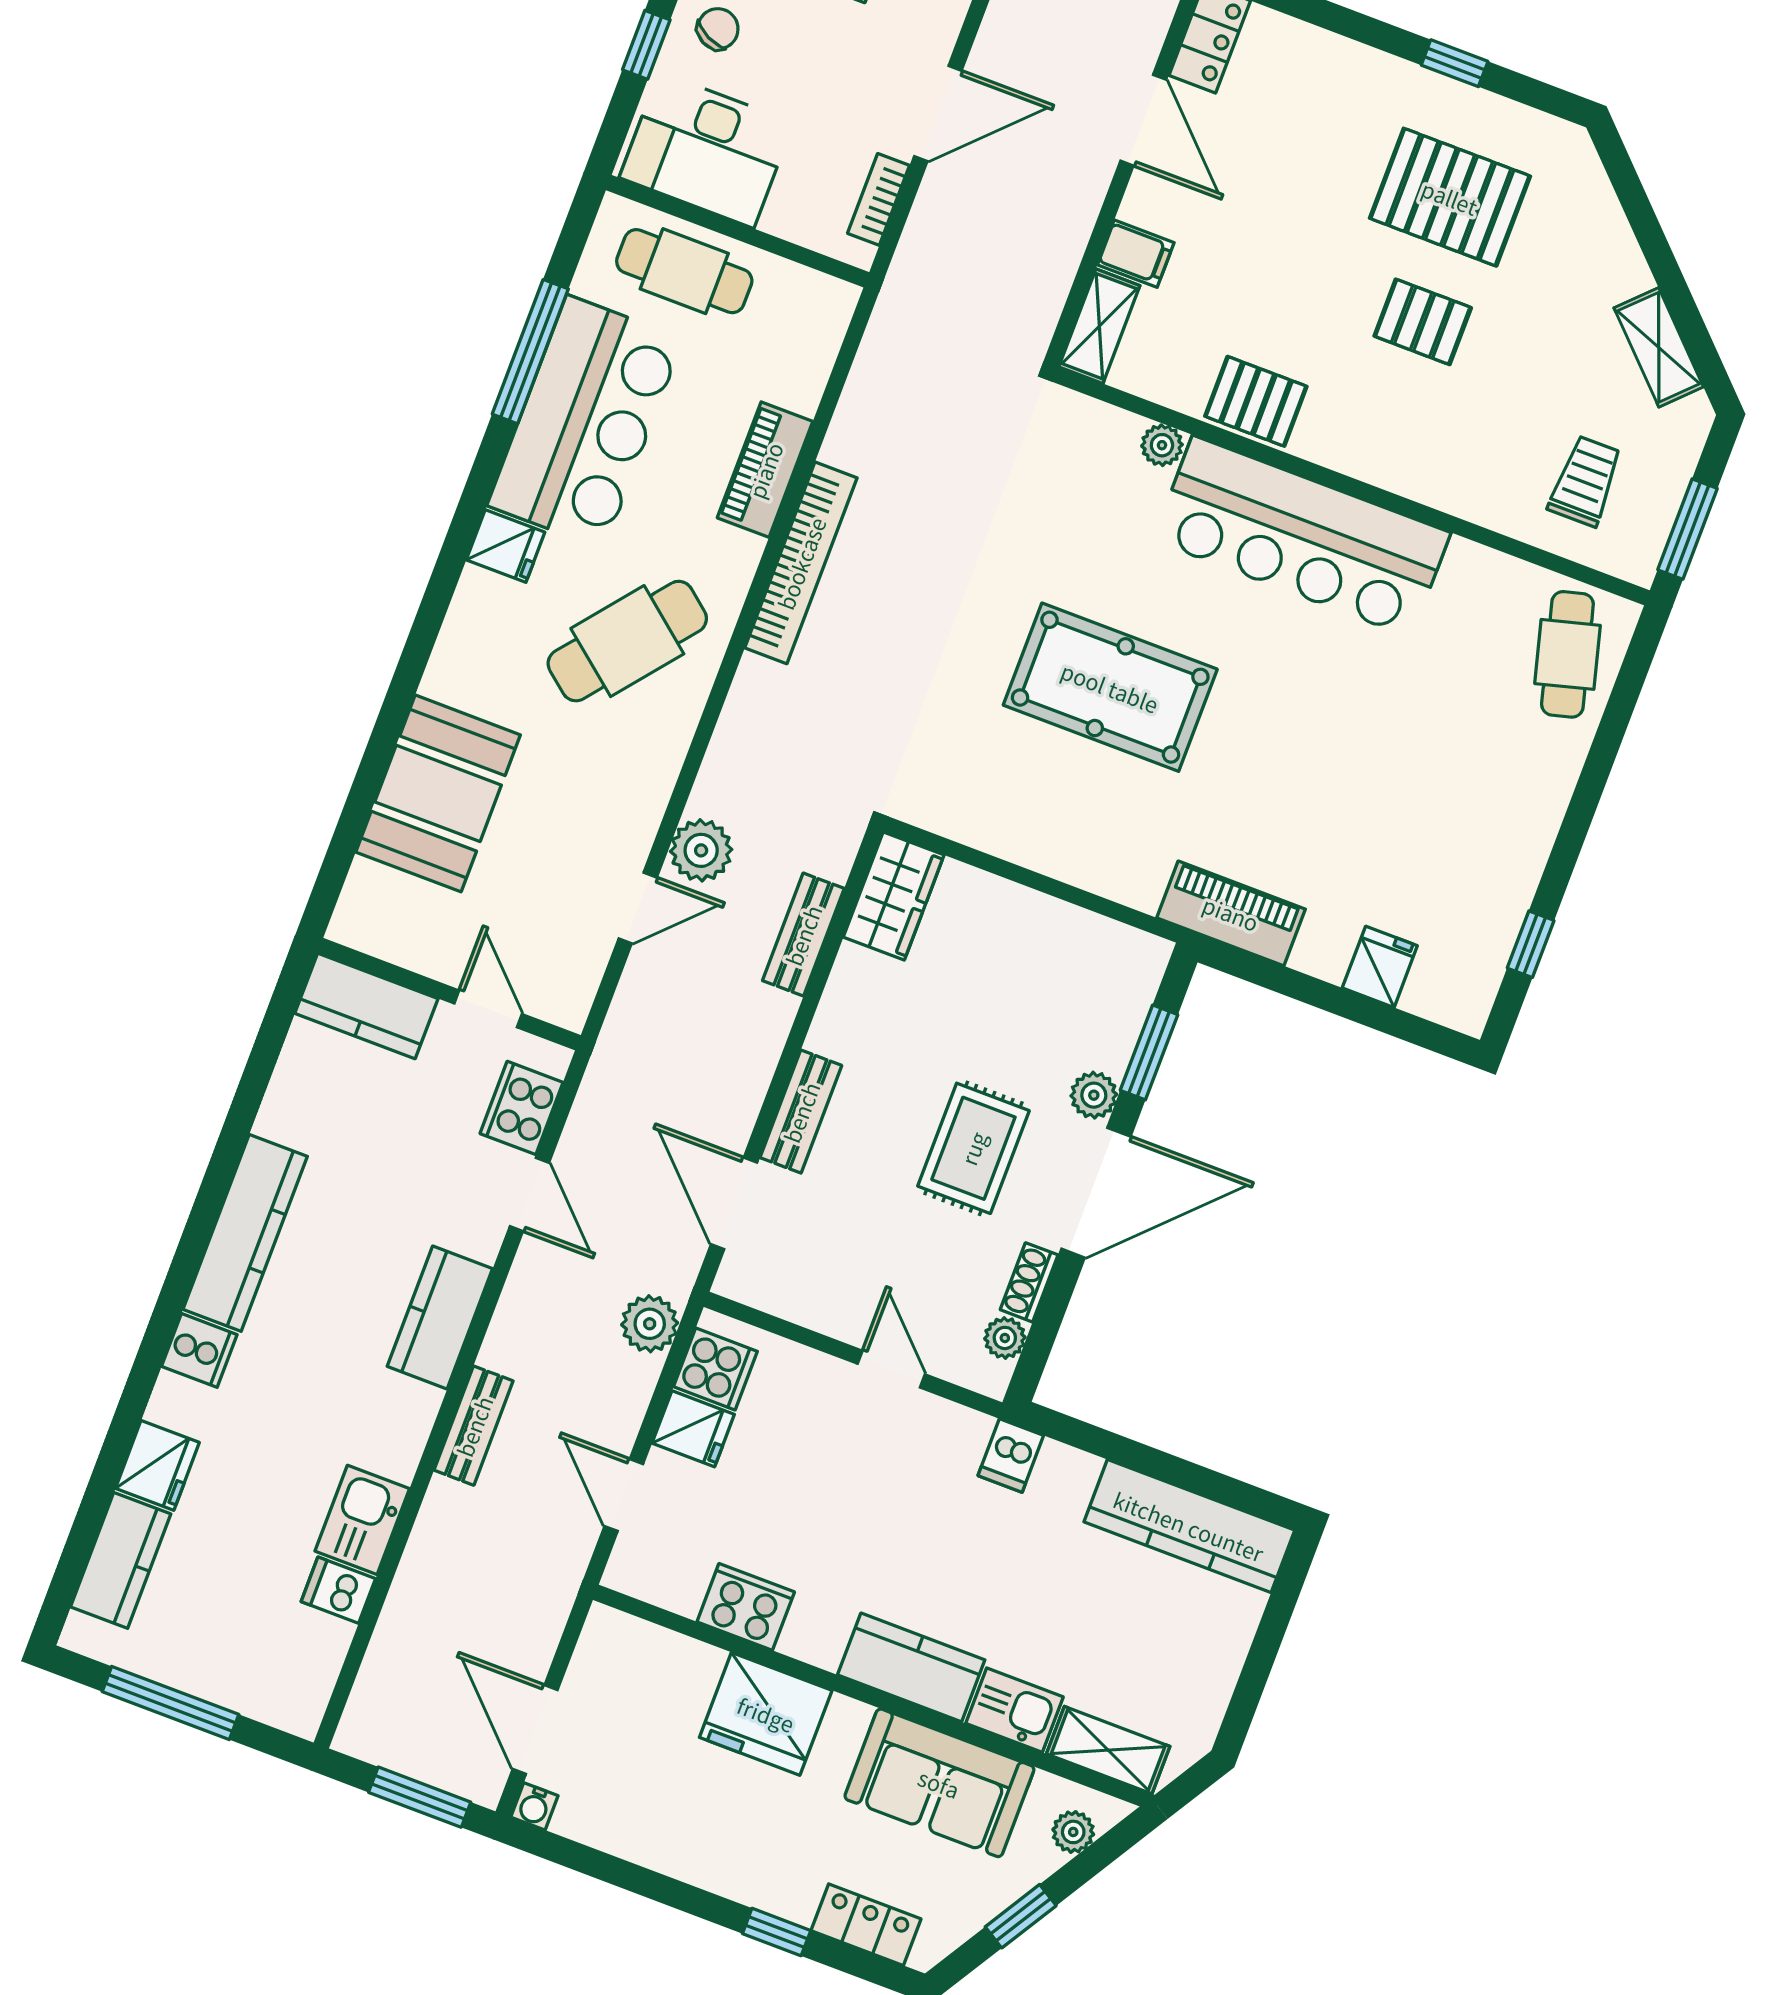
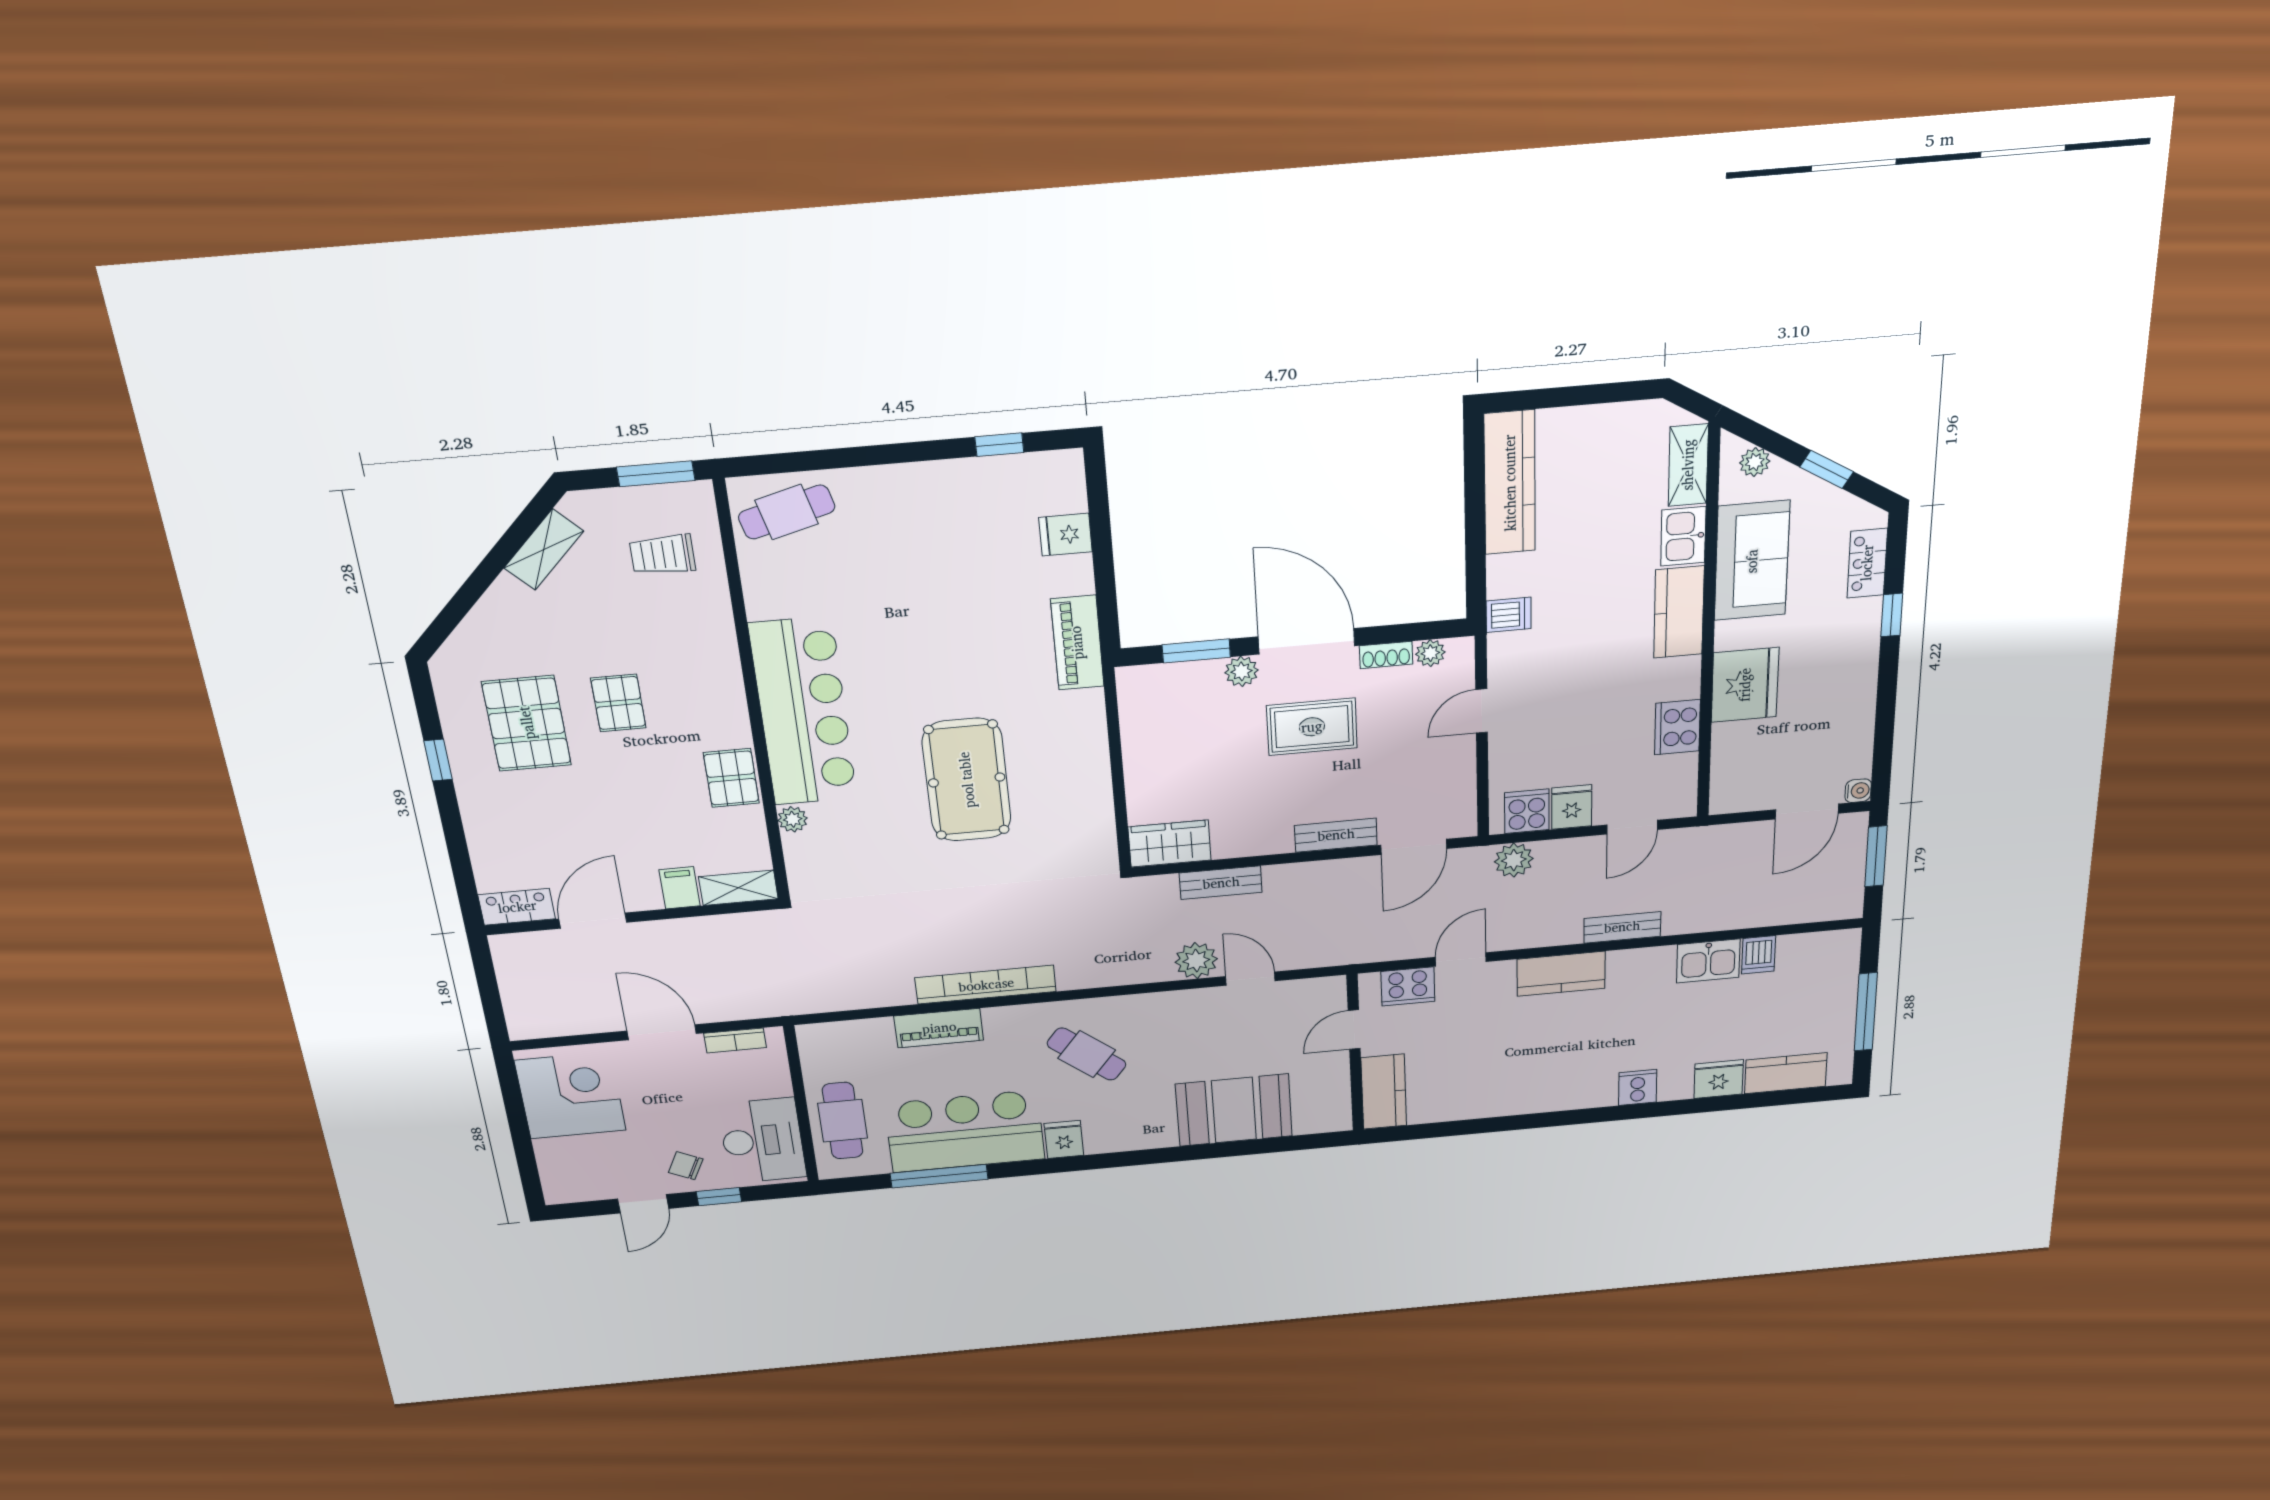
cafe table: (627, 641) -> (1087, 1054), width x0.73, depth x0.74
kitchen counter: (245, 1233) -> (1554, 1094), removed

